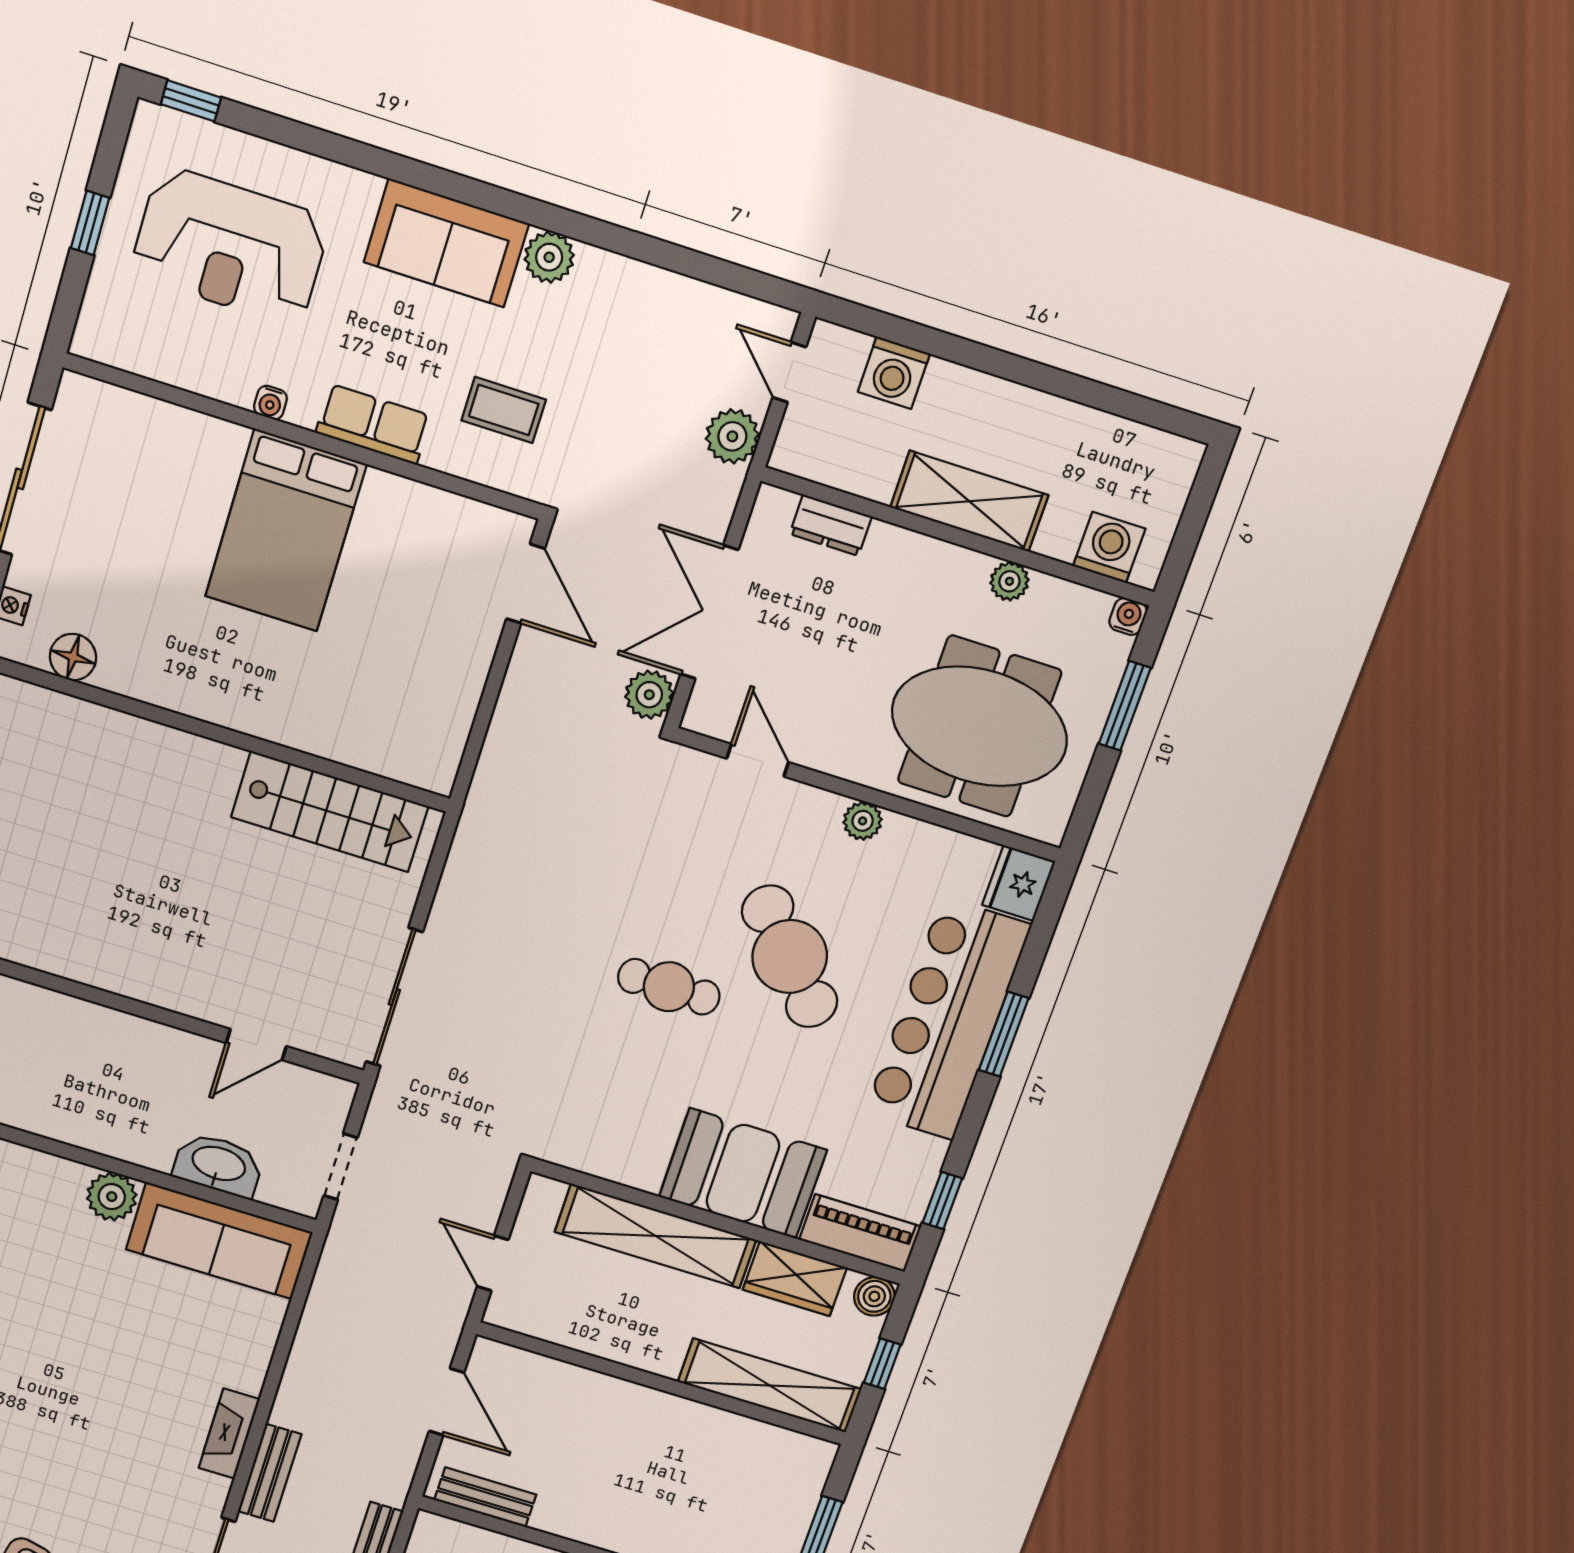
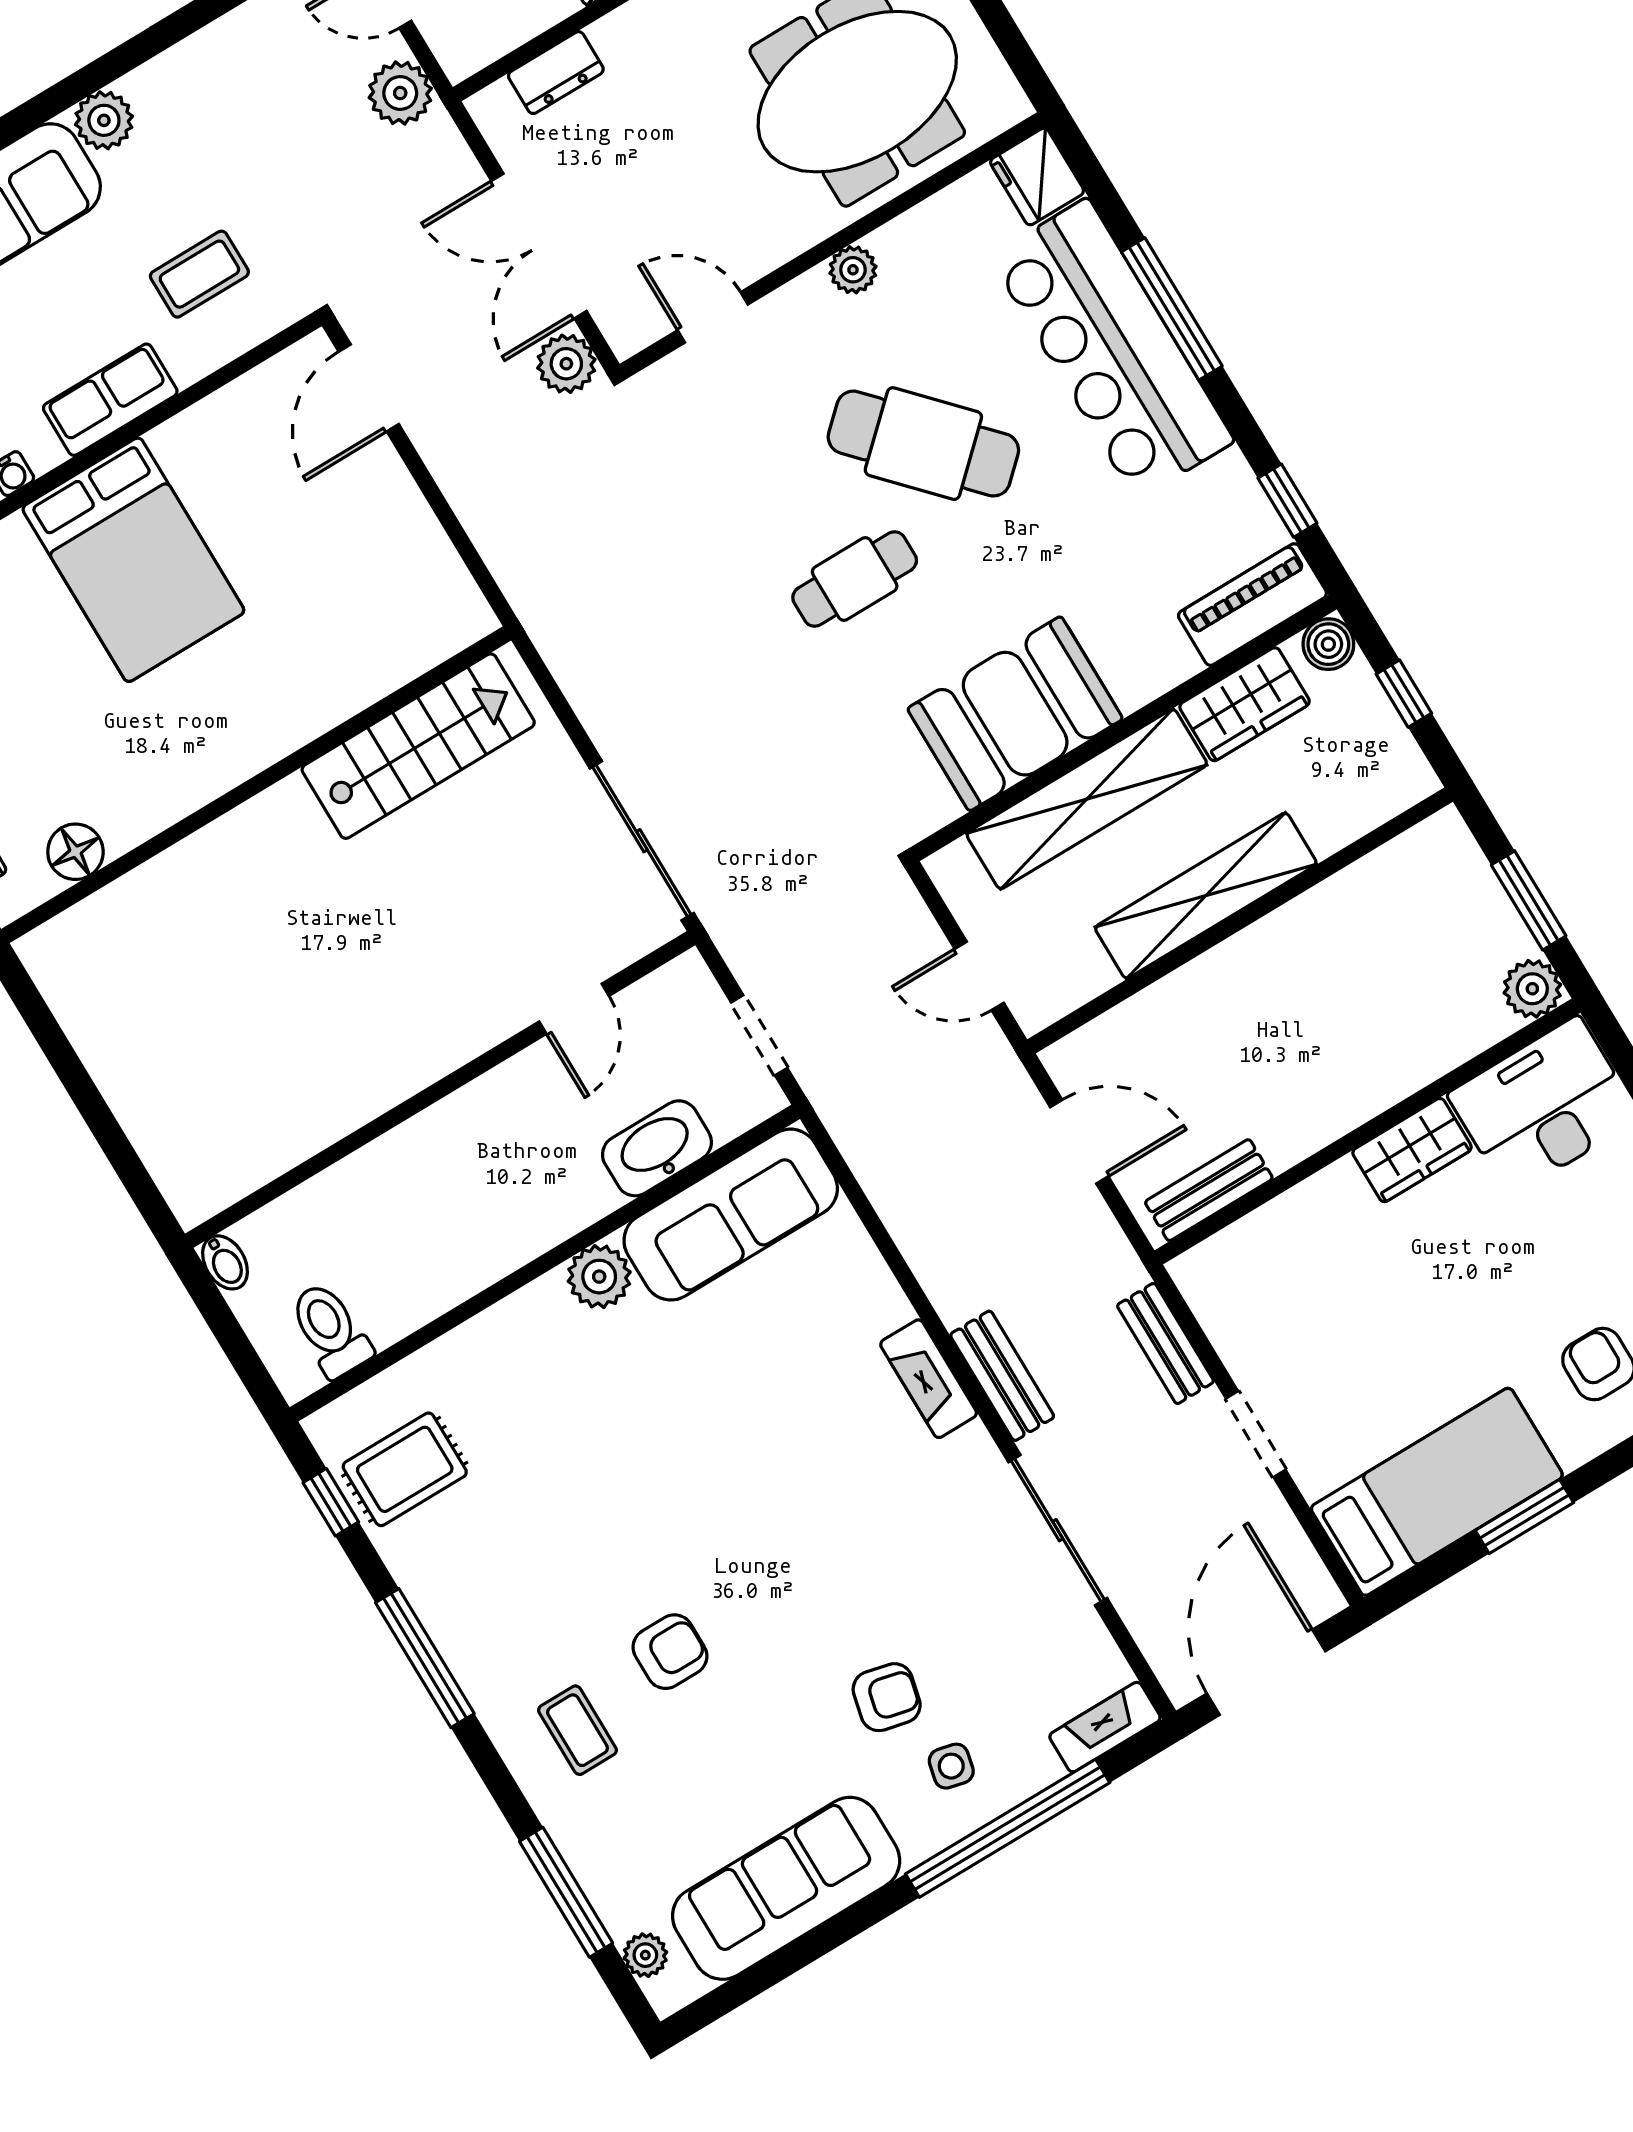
door: (526, 584) -> (369, 388), swing flipped
window: (1004, 1034) -> (1172, 309), width x1.44
booth: (743, 1173) -> (1015, 714), moved
shelving: (770, 1385) -> (1206, 896), moved

